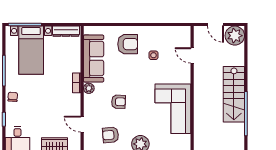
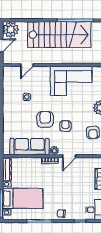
armchair: (128, 44) -> (45, 119), moved
stairs: (234, 94) -> (59, 35), width x1.36, depth x1.51
door: (82, 124) -> (69, 156), moved

